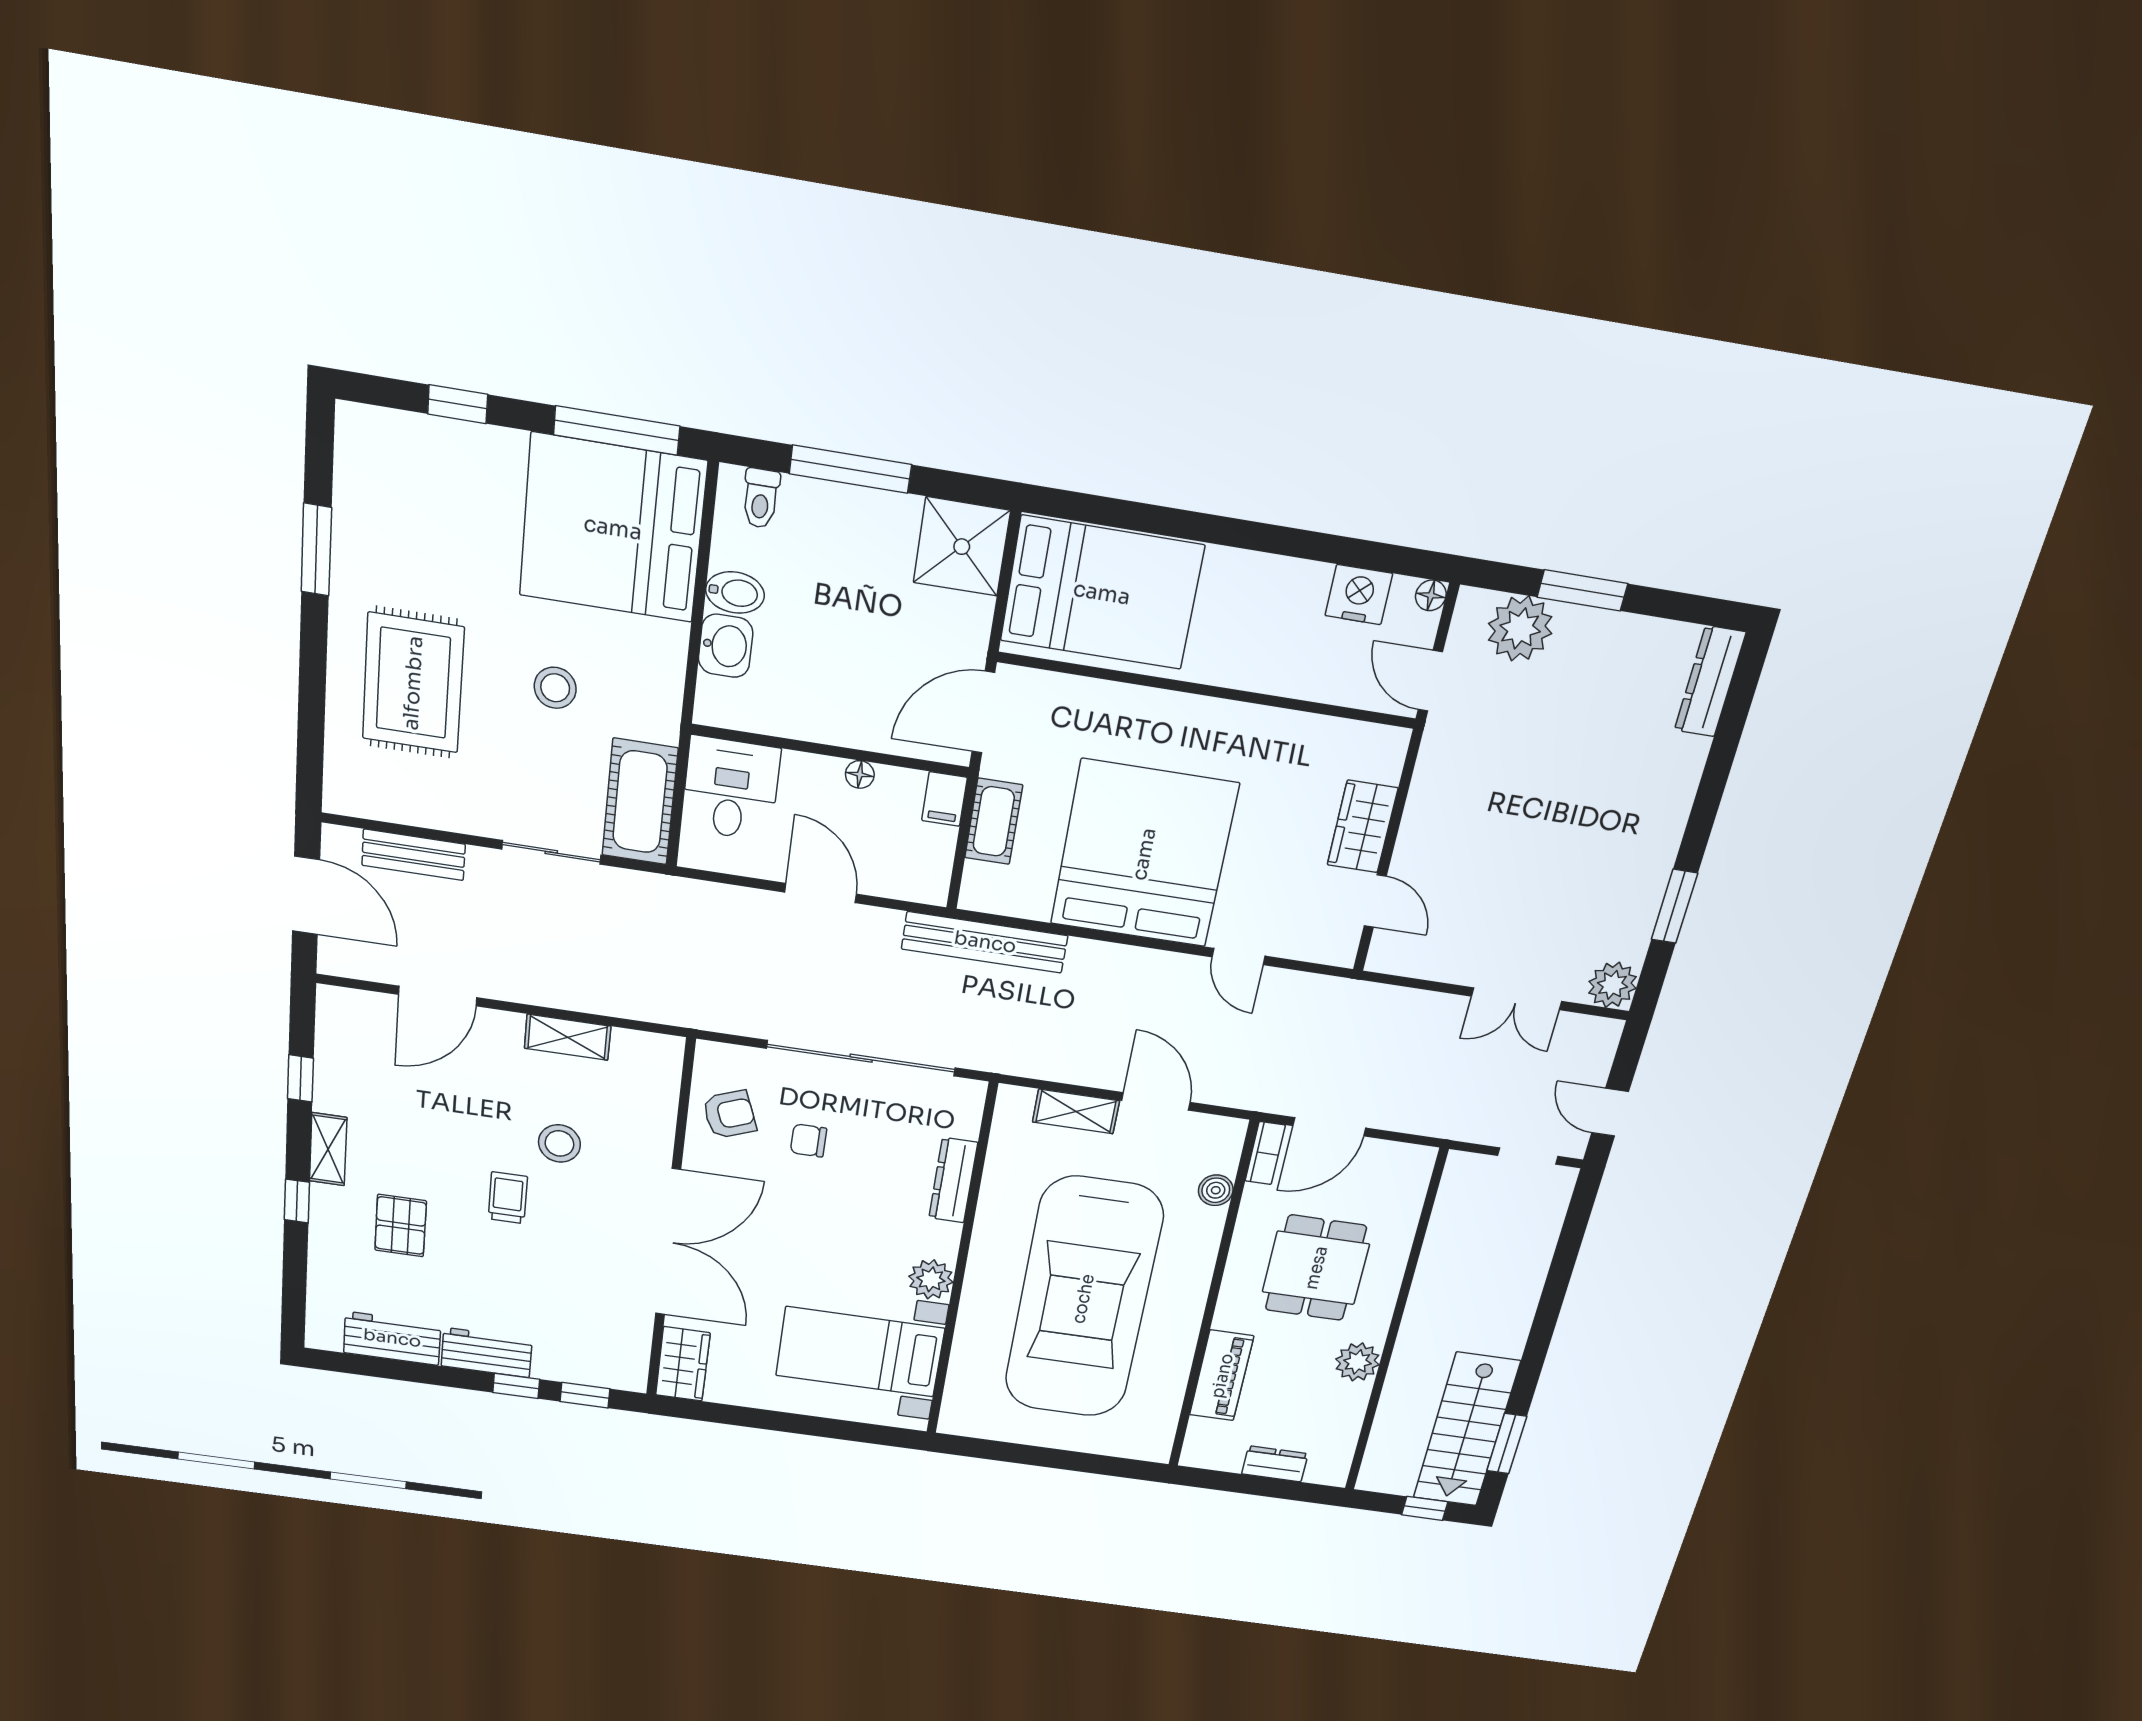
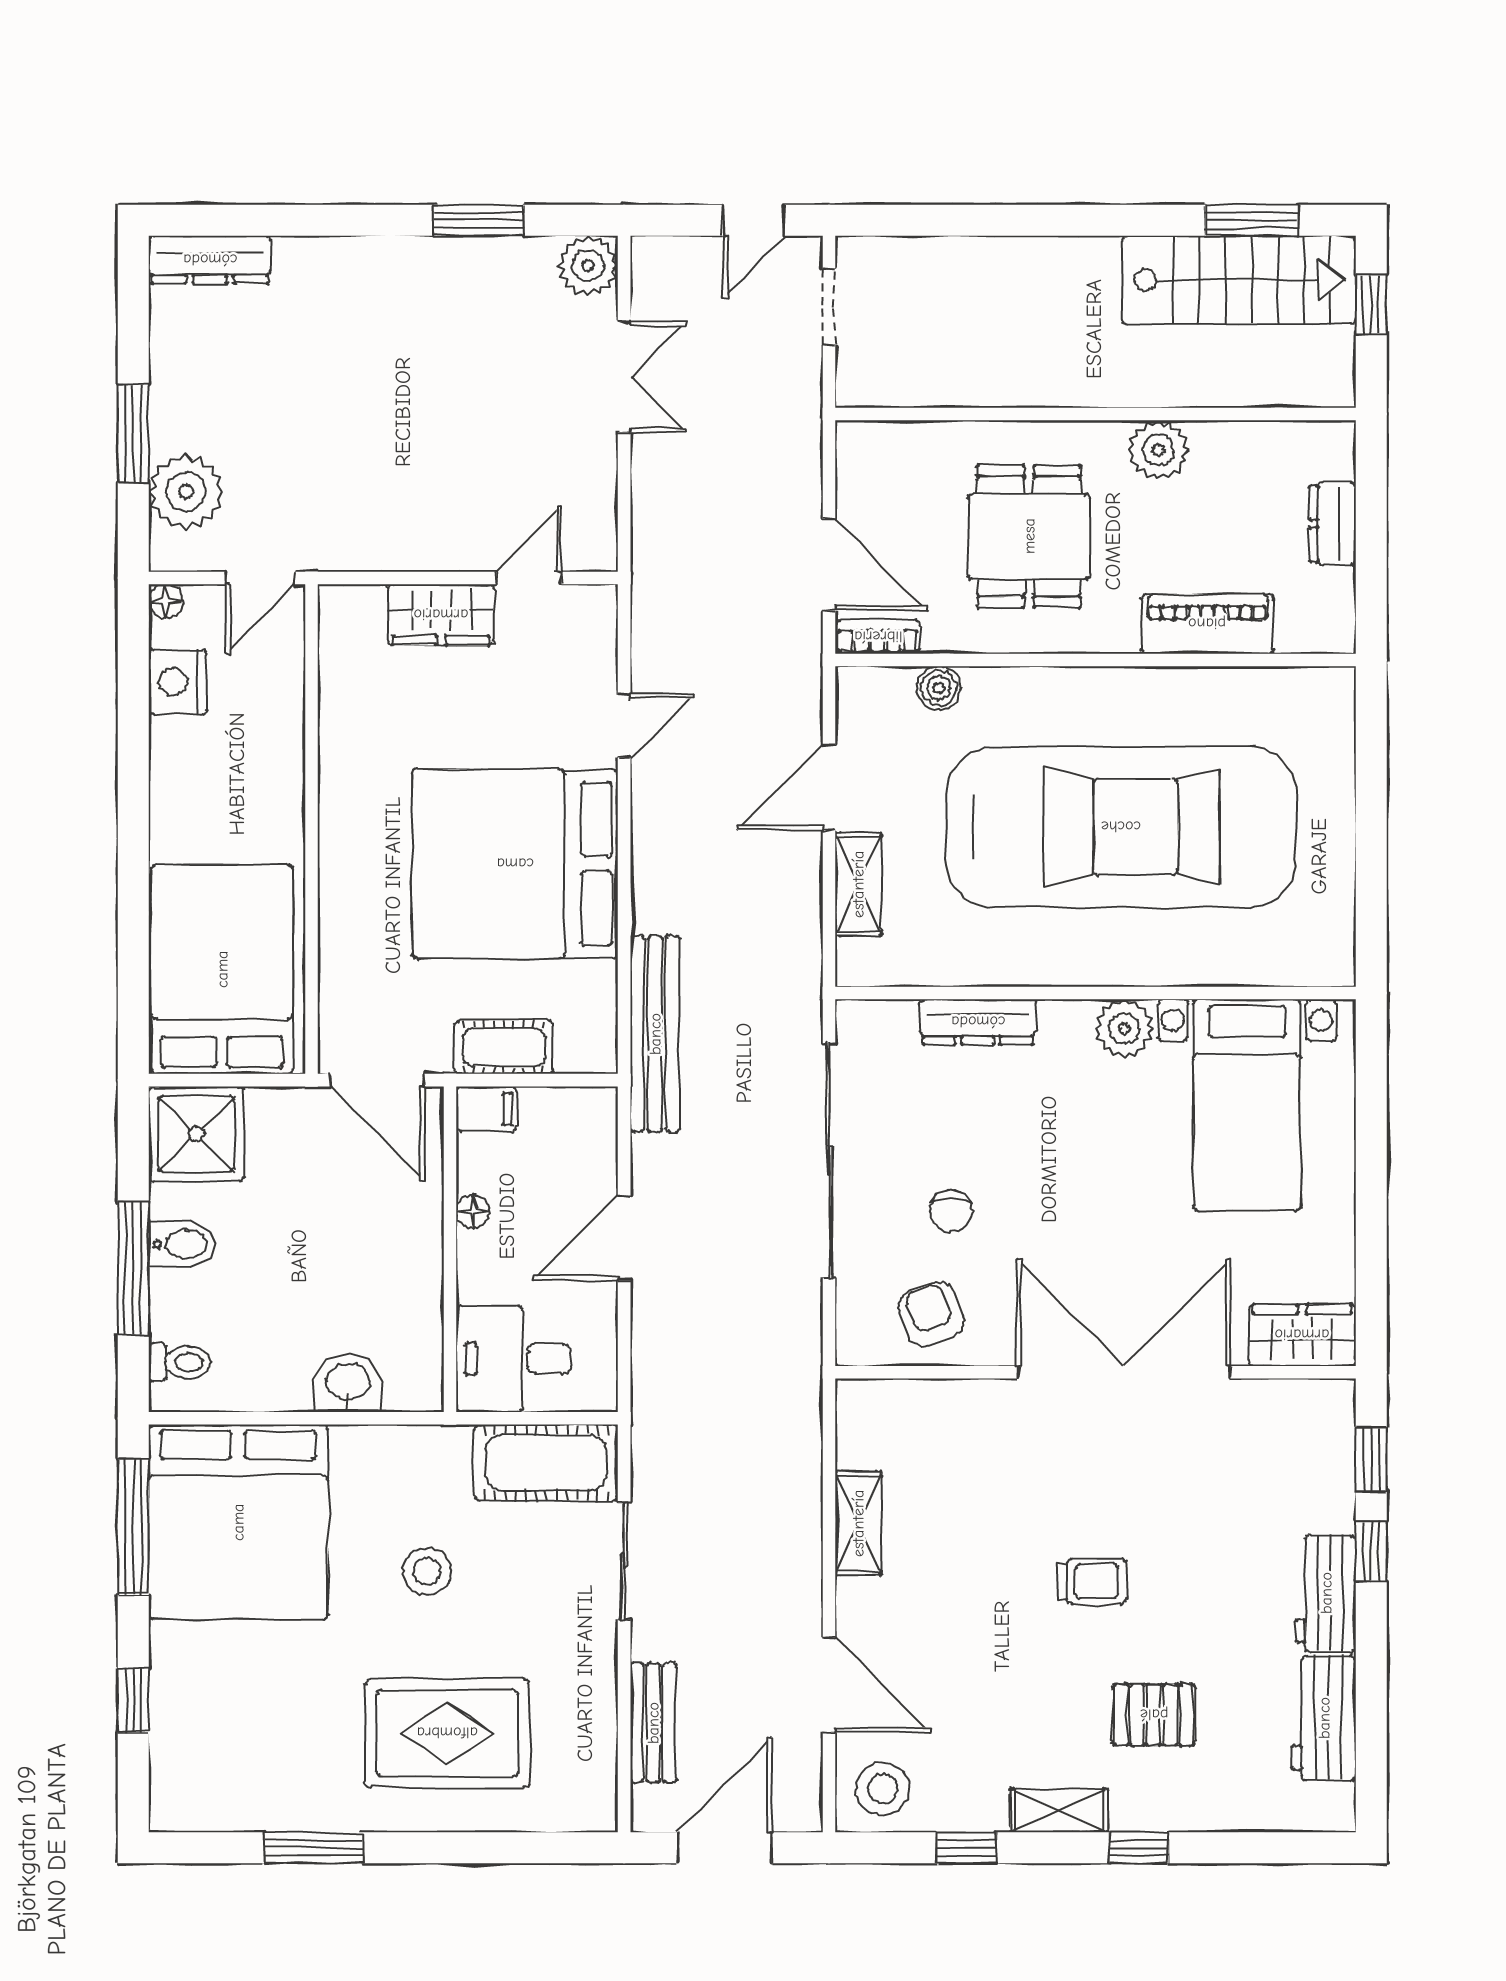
bidet: (735, 592) -> (182, 1244), moved, turned 90
stool: (559, 1143) -> (883, 1789), moved
trolley: (508, 1198) -> (1092, 1581), turned 180
dining table: (1316, 1268) -> (1029, 536), turned 90

